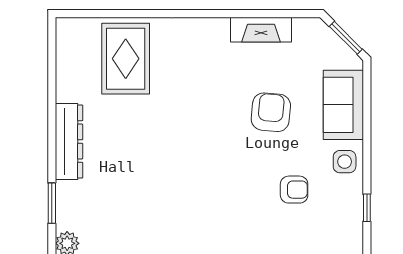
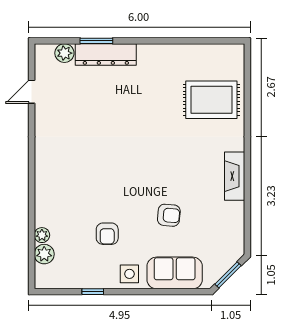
fireplace: (261, 30) -> (235, 176), moved
armchair: (271, 112) -> (169, 215), width x0.72, depth x0.72
dresser: (69, 142) -> (106, 54), moved

